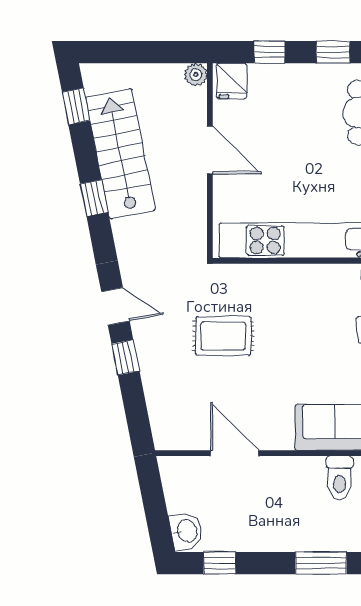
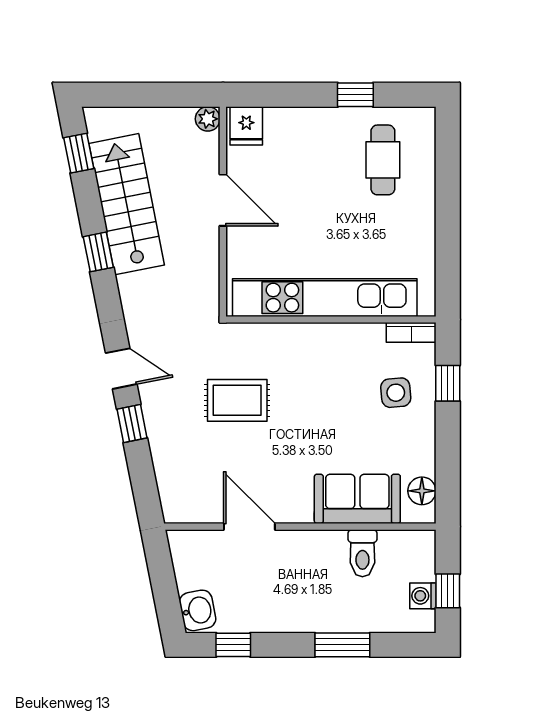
window: (270, 52) -> (287, 95), removed

